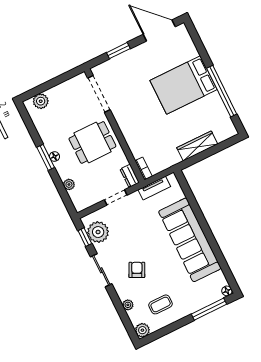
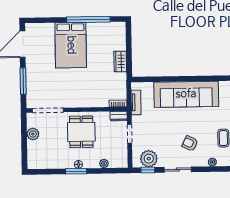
window: (118, 51) -> (23, 81), width x1.44
plant: (41, 101) -> (33, 134), moved
wardrobe: (197, 146) -> (120, 62), width x0.67

